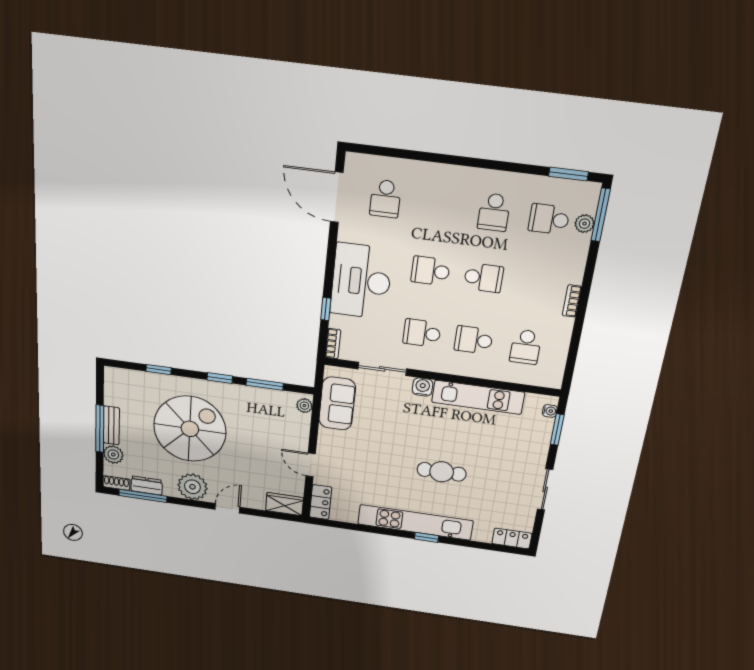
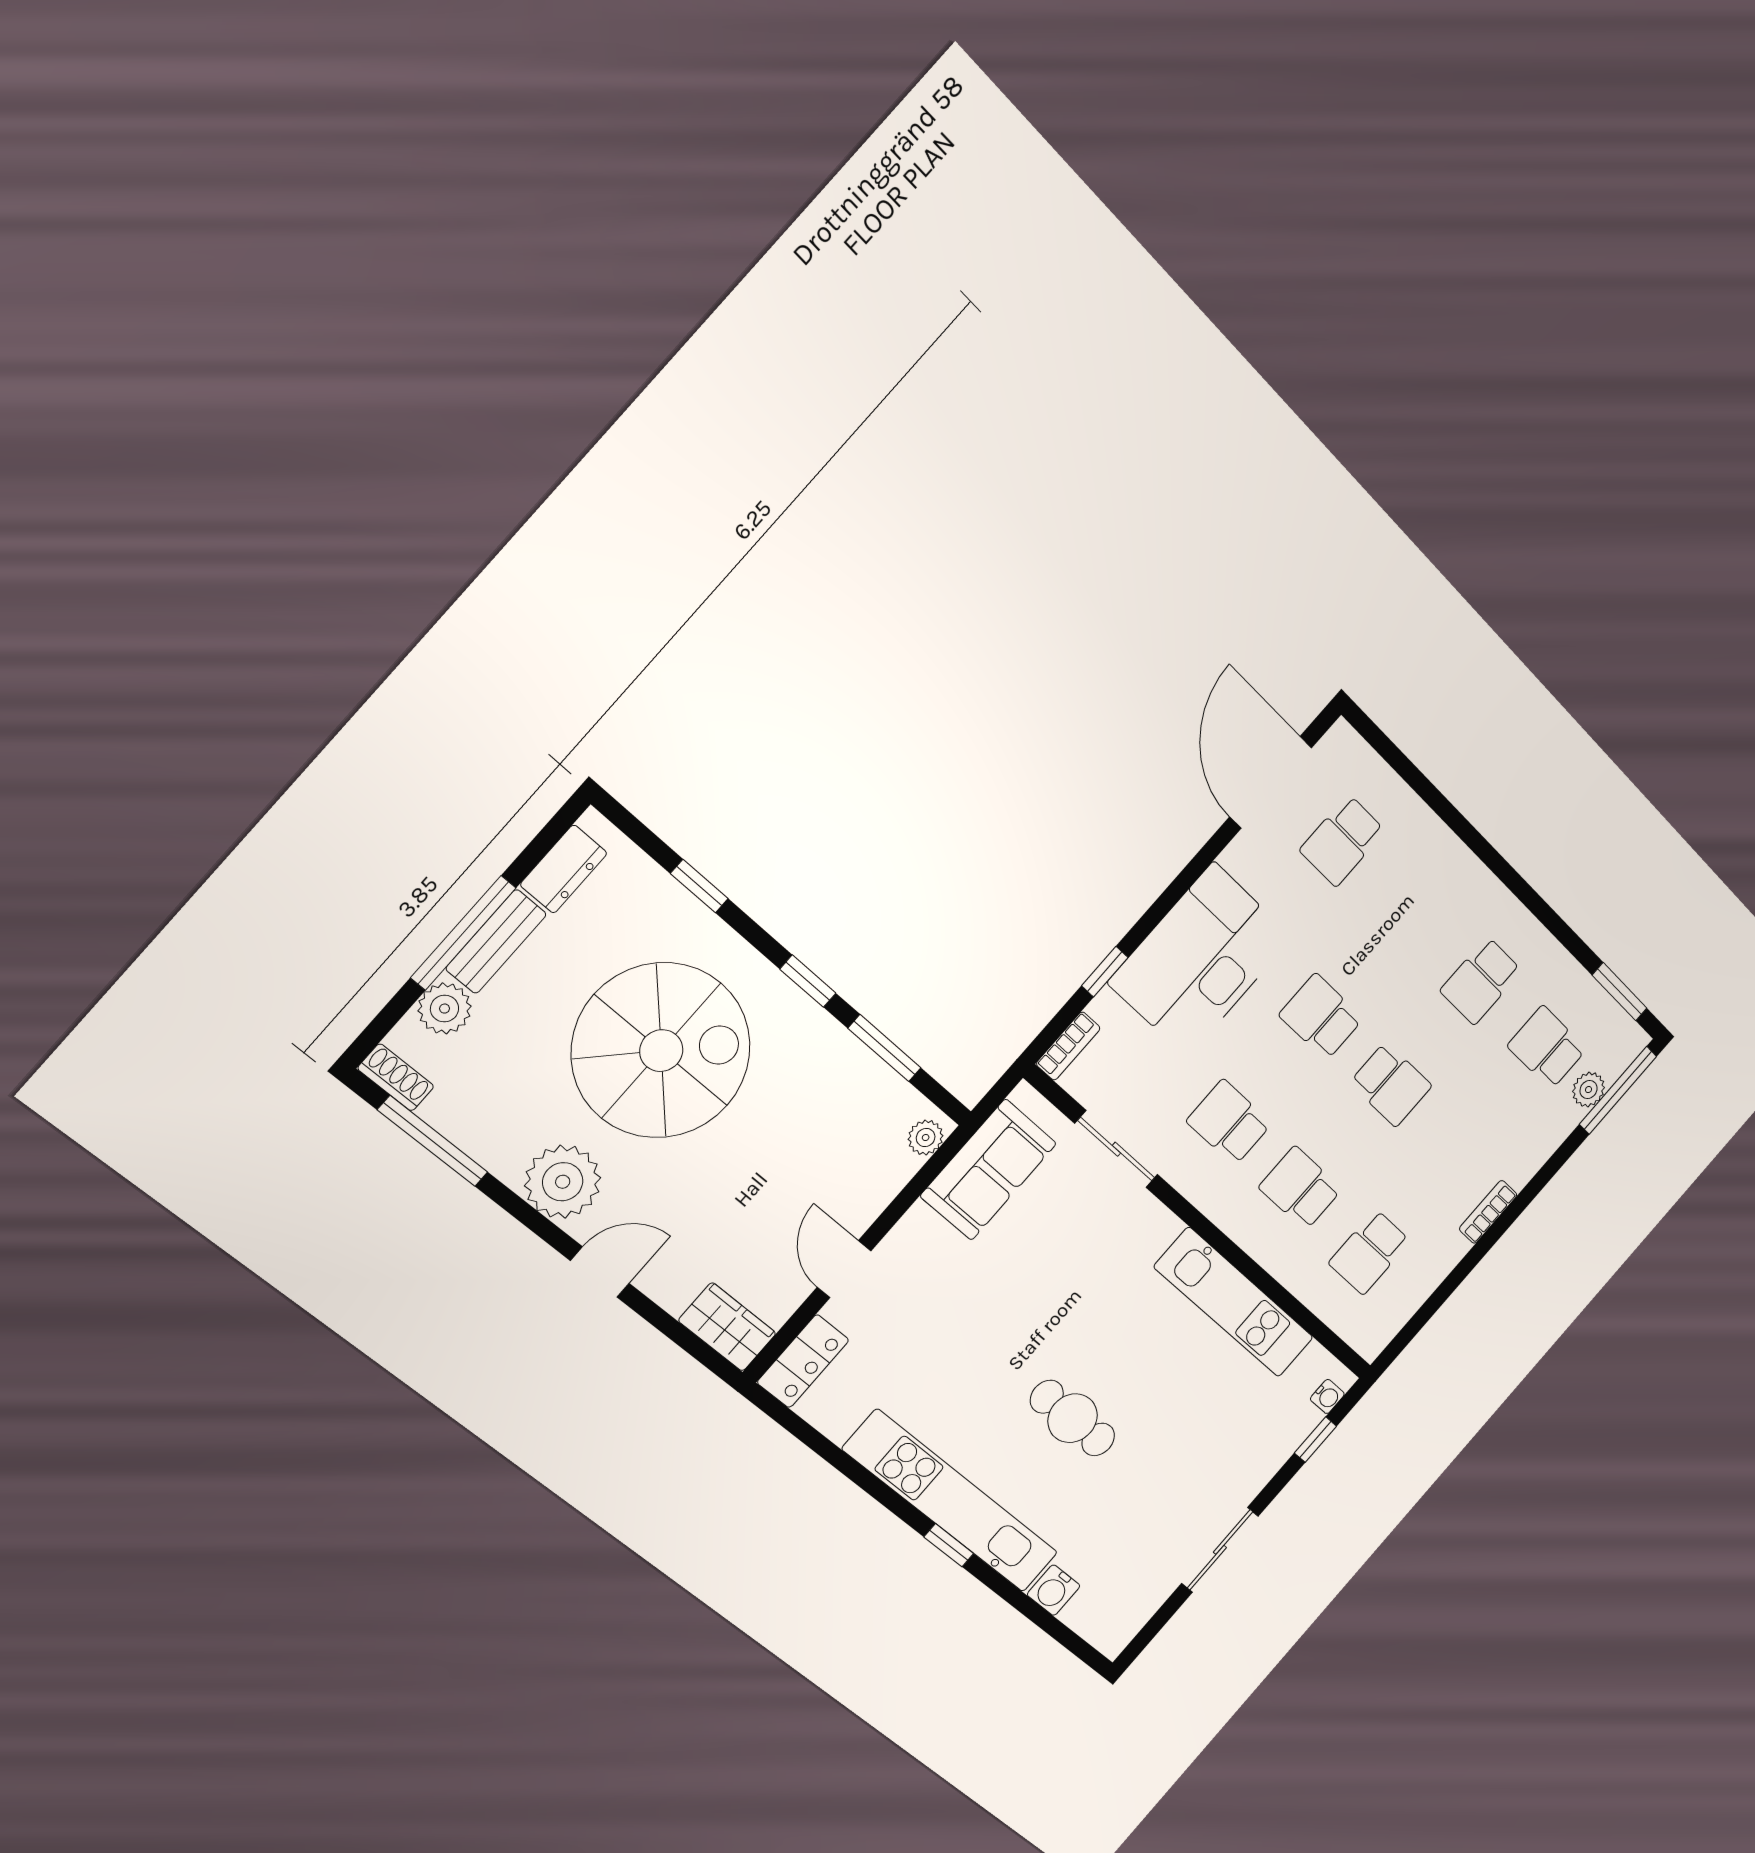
water cooler: (423, 387) -> (1054, 1590), moved, turned 180
window: (557, 430) -> (1315, 1440), width x0.67
dresser: (147, 486) -> (564, 869), moved, turned 90
locker: (512, 539) -> (1098, 1625), removed

